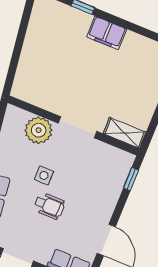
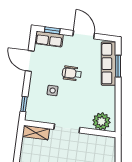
plant: (38, 130) -> (101, 121), moved
side table: (44, 175) -> (53, 91), moved

